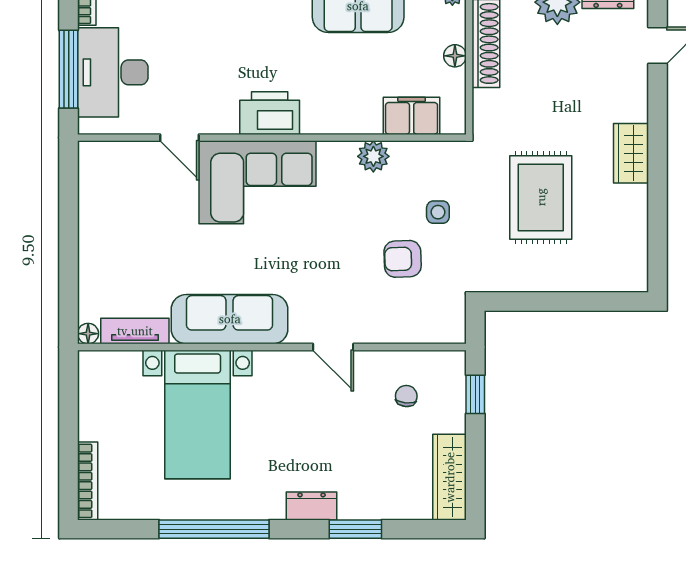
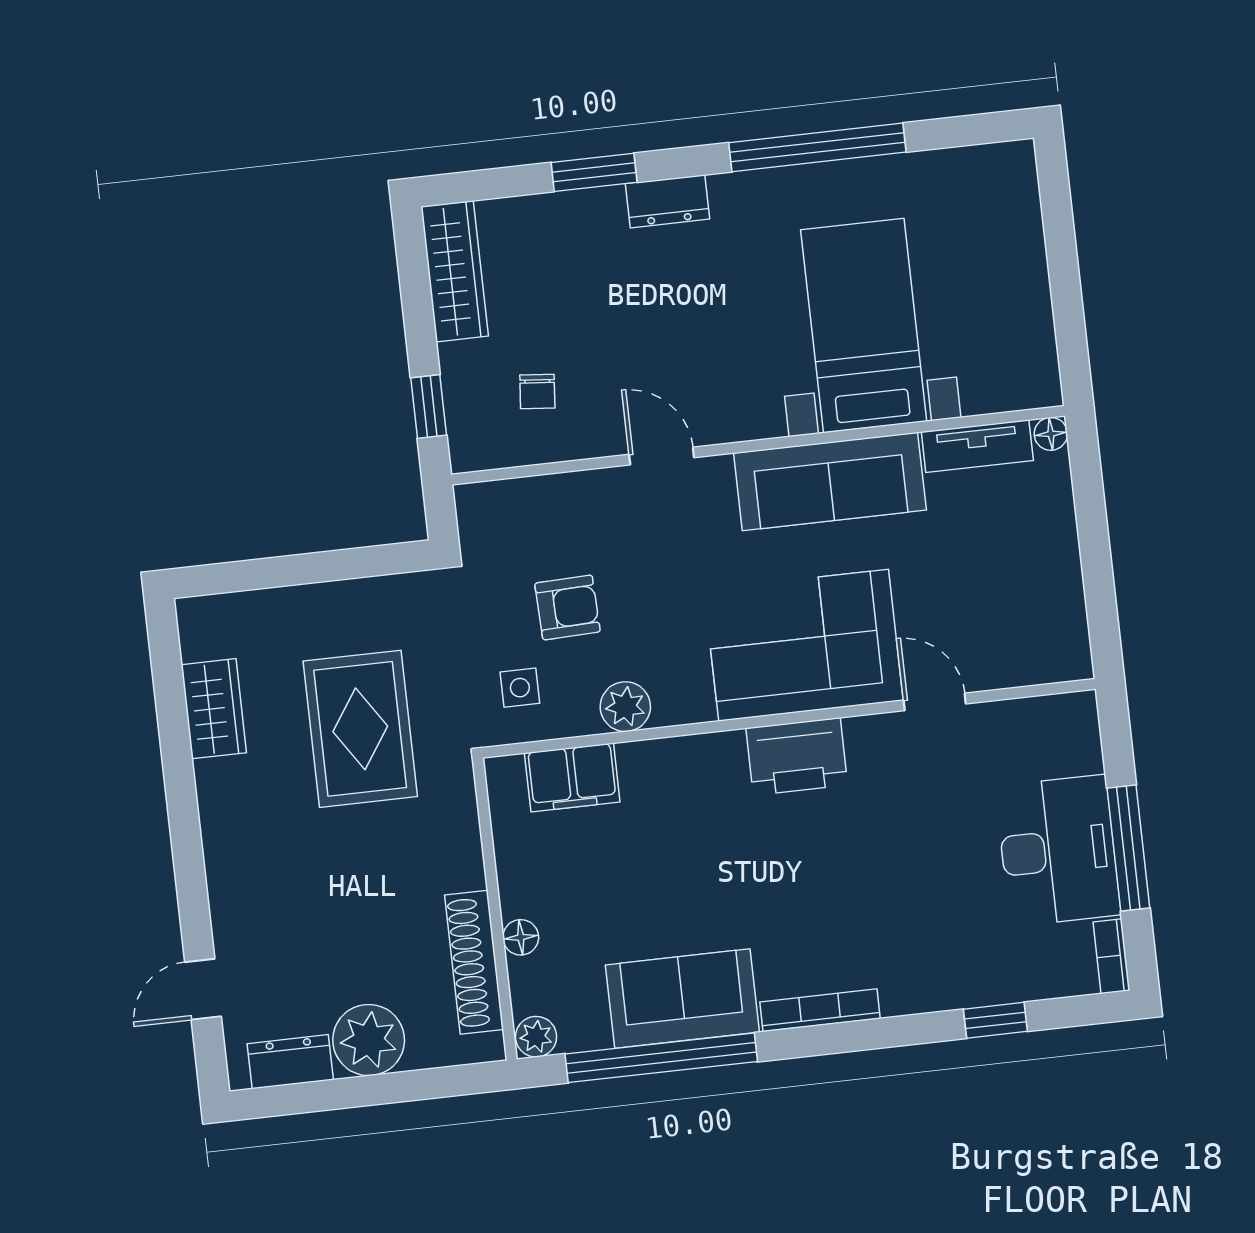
printer: (270, 113) -> (797, 757), moved
filing cabinet: (412, 116) -> (572, 777), moved
door: (179, 138) -> (935, 702), moved
wall: (272, 138) -> (789, 718), moved
wardrobe: (631, 153) -> (214, 709), moved
plant: (373, 156) -> (625, 707), moved
corner sofa: (258, 182) -> (804, 645), moved
bookcase: (88, 481) -> (1025, 201), removed

